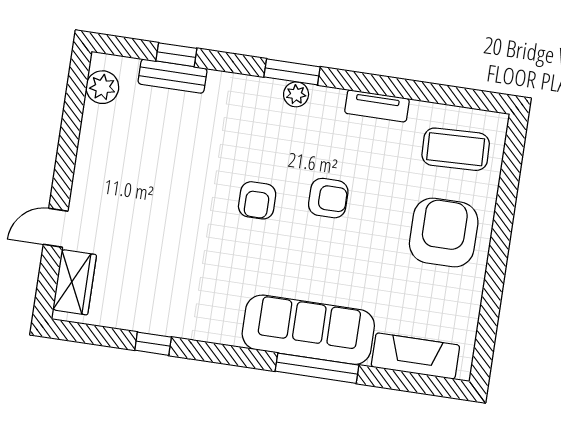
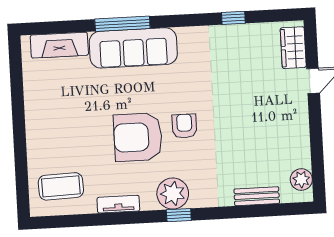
window: (176, 55) -> (257, 211), removed
window: (292, 72) -> (179, 215), width x0.67
plant: (296, 94) -> (173, 194), width x1.88, depth x1.88
armchair: (328, 198) -> (138, 137), width x1.88, depth x1.88
armchair: (444, 232) -> (57, 130), removed

